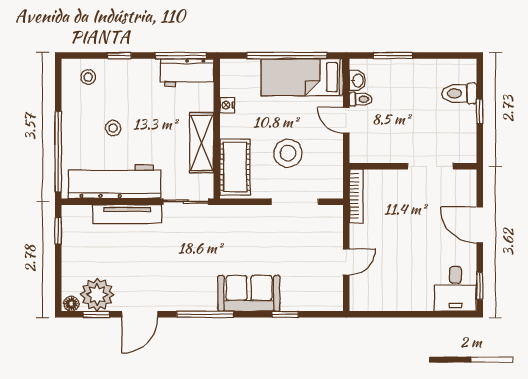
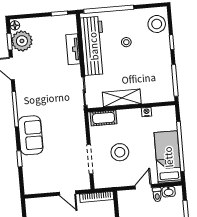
workbench: (187, 72) -> (165, 85), removed
stool: (88, 77) -> (157, 24), width x1.89, depth x1.89
cot: (235, 167) -> (104, 118), width x0.73, depth x0.75
tv unit: (127, 214) -> (73, 49), width x0.71
door: (346, 262) -> (68, 193), moved

